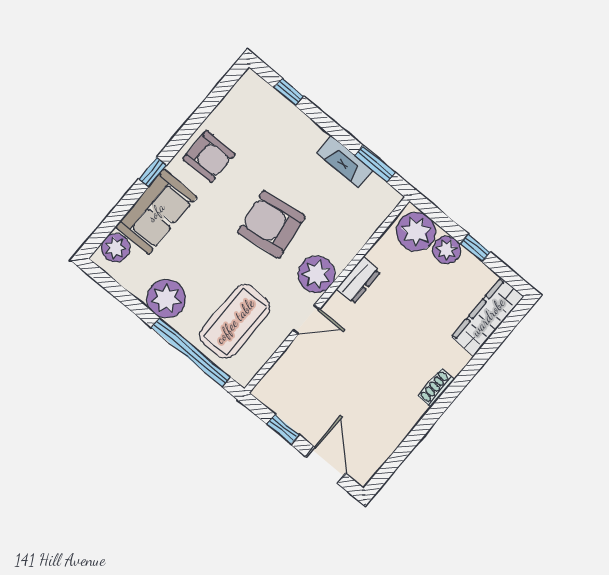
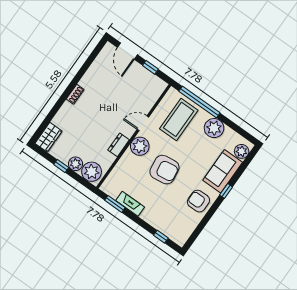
wardrobe: (488, 317) -> (49, 137), width x0.67

